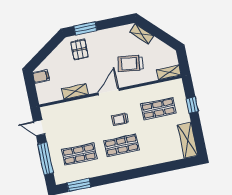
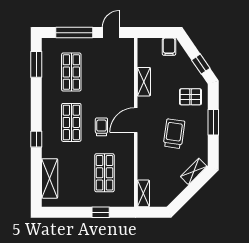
window: (85, 28) -> (213, 122), moved
window: (50, 47) -> (201, 64), added
trolley: (130, 64) -> (174, 134), moved
door: (109, 92) -> (136, 120), swing flipped
shelving: (188, 140) -> (50, 178), moved, turned 90
window: (142, 172) -> (36, 139), added

